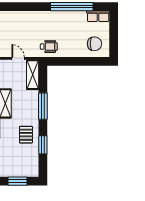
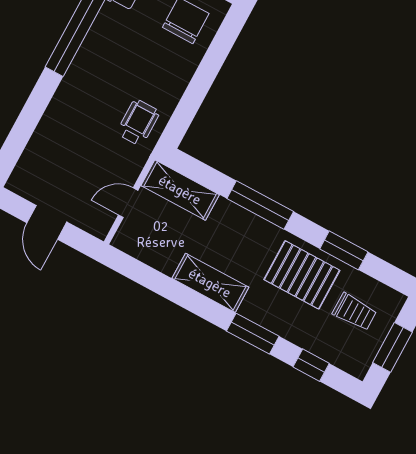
pallet: (26, 135) -> (302, 275), width x1.50, depth x1.42
trolley: (23, 161) -> (355, 312), added

